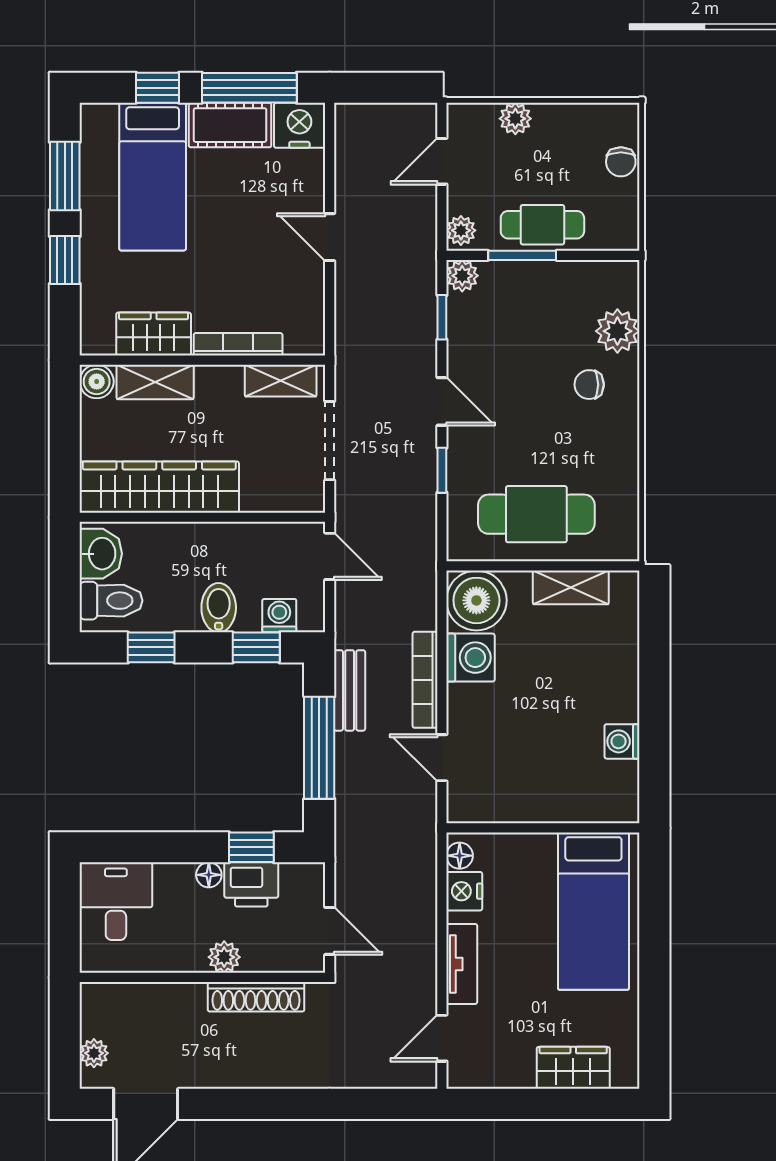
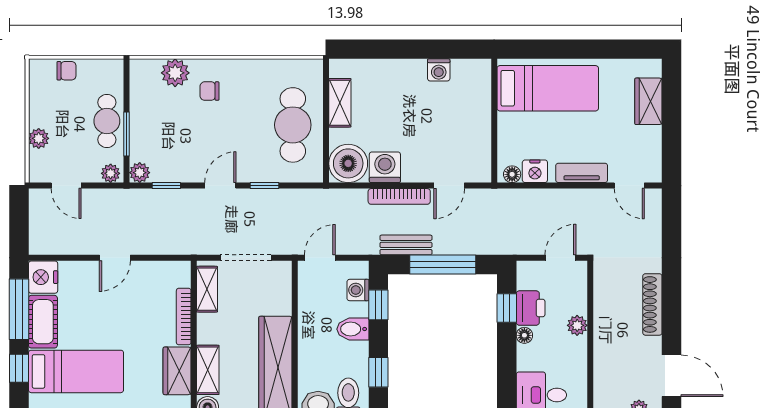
chair: (589, 385) -> (210, 91), turned 90
shoe rack: (256, 997) -> (652, 304), moved, turned 180

